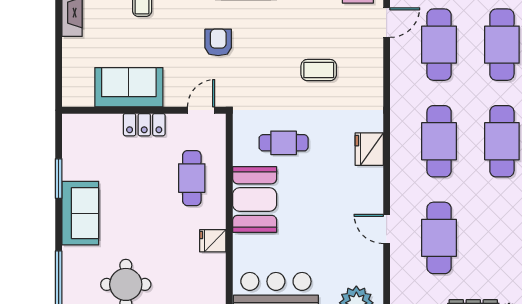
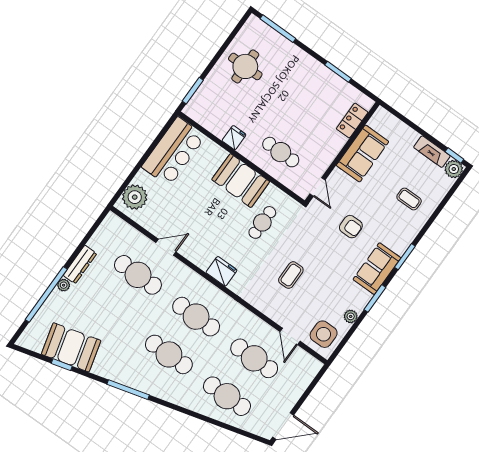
locker: (144, 125) -> (352, 120), moved
sofa: (80, 213) -> (308, 70), removed

